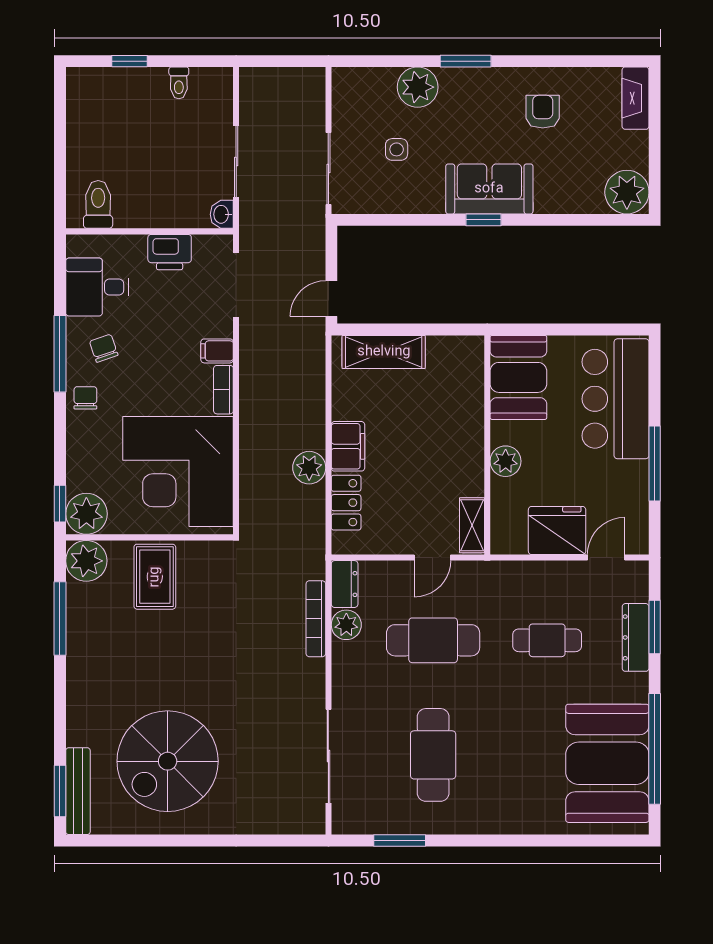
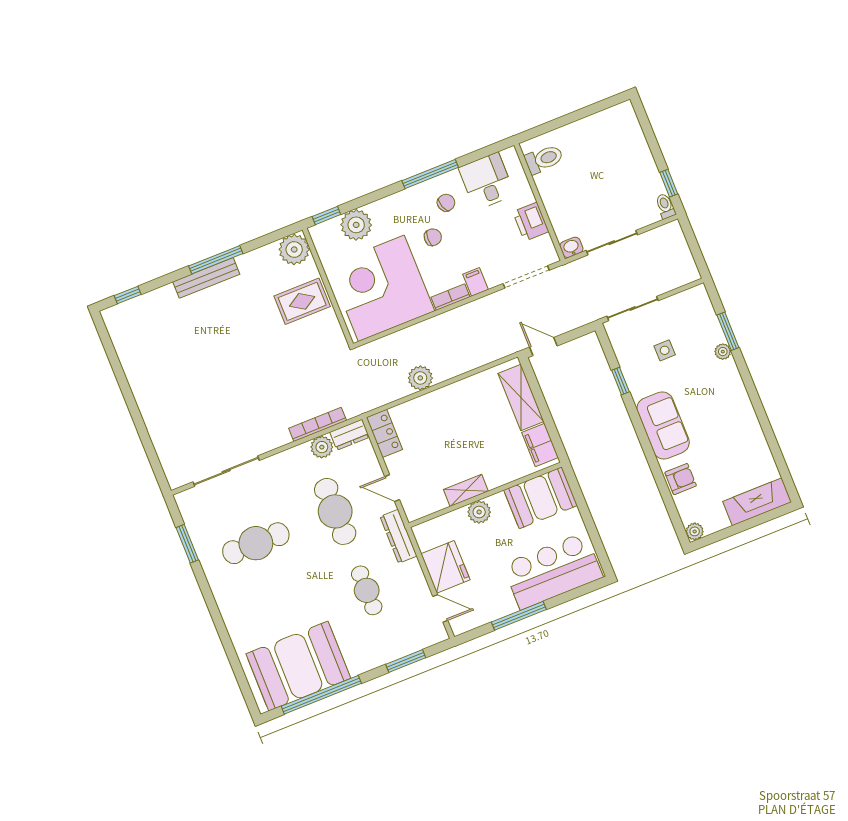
window: (130, 61) -> (669, 183), moved
window: (466, 61) -> (728, 331), moved
toilet: (179, 83) -> (665, 206), moved, turned 90
plant: (418, 87) -> (723, 352), width x0.53, depth x0.53
fireplace: (636, 98) -> (757, 502), width x1.37, depth x1.32
armchair: (543, 112) -> (681, 479), moved
plant: (627, 192) -> (695, 531), width x0.53, depth x0.53
window: (484, 220) -> (620, 381), moved
chair: (85, 398) -> (433, 237), moved
filing cabinet: (348, 446) -> (540, 445), moved, turned 90
locker: (346, 503) -> (384, 433), moved, turned -90
plant: (86, 514) -> (356, 225), moved
shelving: (472, 525) -> (466, 490), moved
window: (60, 618) -> (216, 260), moved
dresser: (636, 637) -> (398, 536), moved, turned -90
spiral stairs: (168, 761) -> (178, 361), removed
window: (60, 791) -> (128, 295), width x0.67
bench: (78, 791) -> (206, 278), moved

